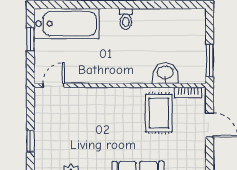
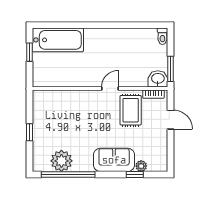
toilet: (126, 19) -> (162, 36), moved
washbasin: (165, 73) -> (158, 79), moved
door: (53, 85) -> (110, 88), moved

